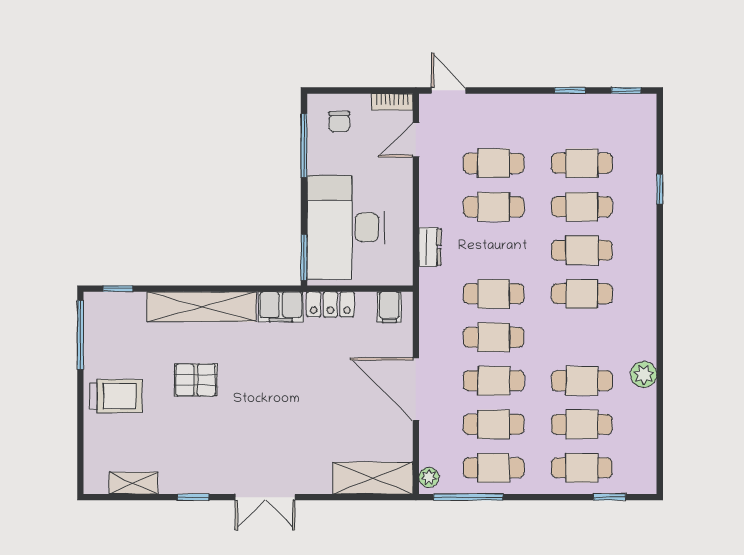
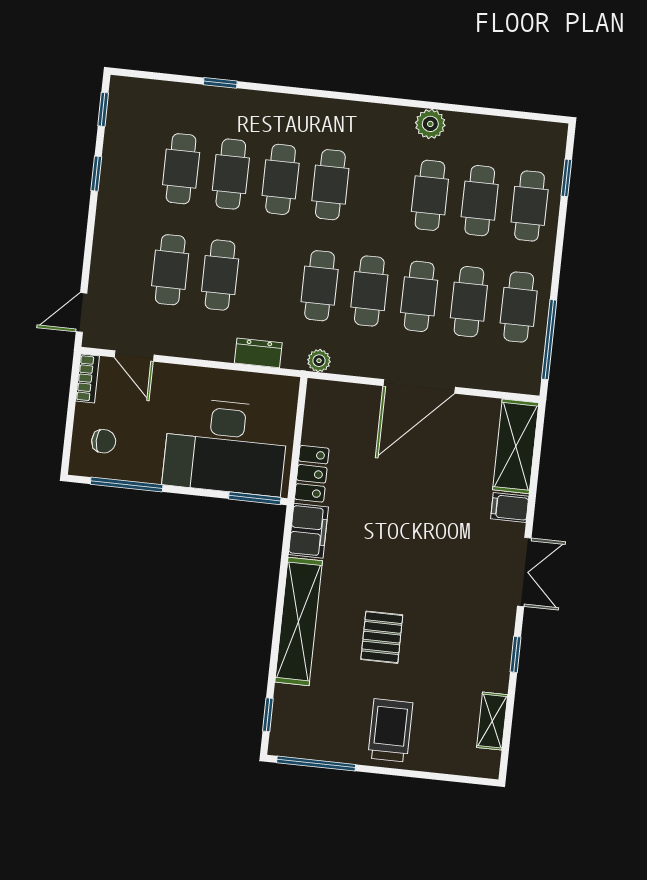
filing cabinet: (389, 307) -> (510, 508), moved, turned 180
plant: (429, 477) -> (319, 361), moved

